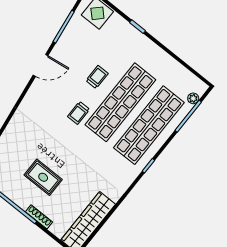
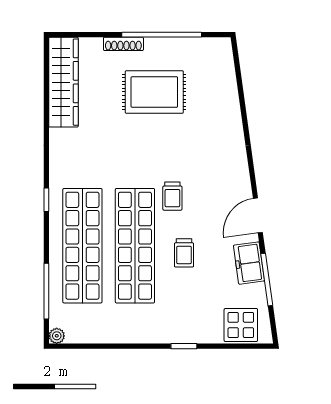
freezer: (66, 43) -> (249, 263), added
plant: (193, 98) -> (57, 336), moved
trolley: (79, 113) -> (172, 196), turned 180
rug: (43, 177) -> (154, 92), width x1.36, depth x1.43

